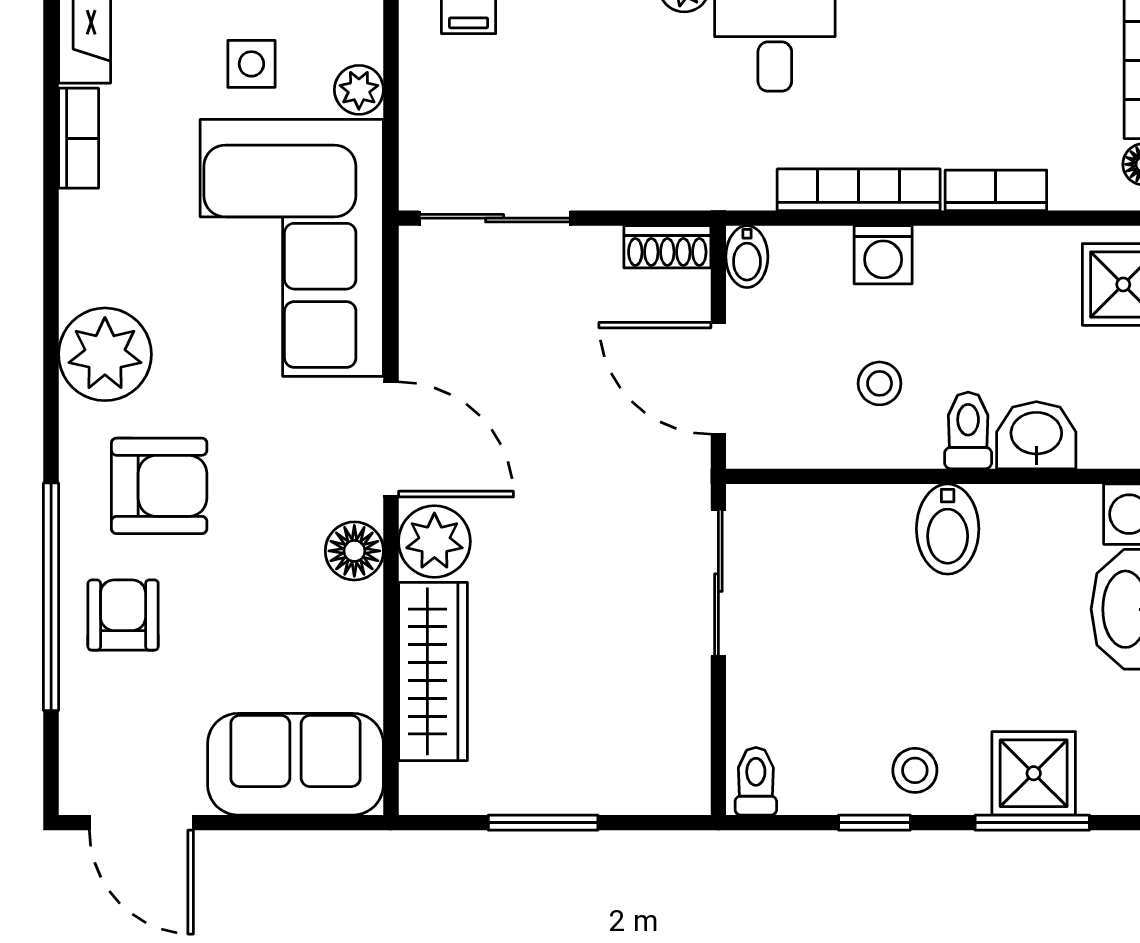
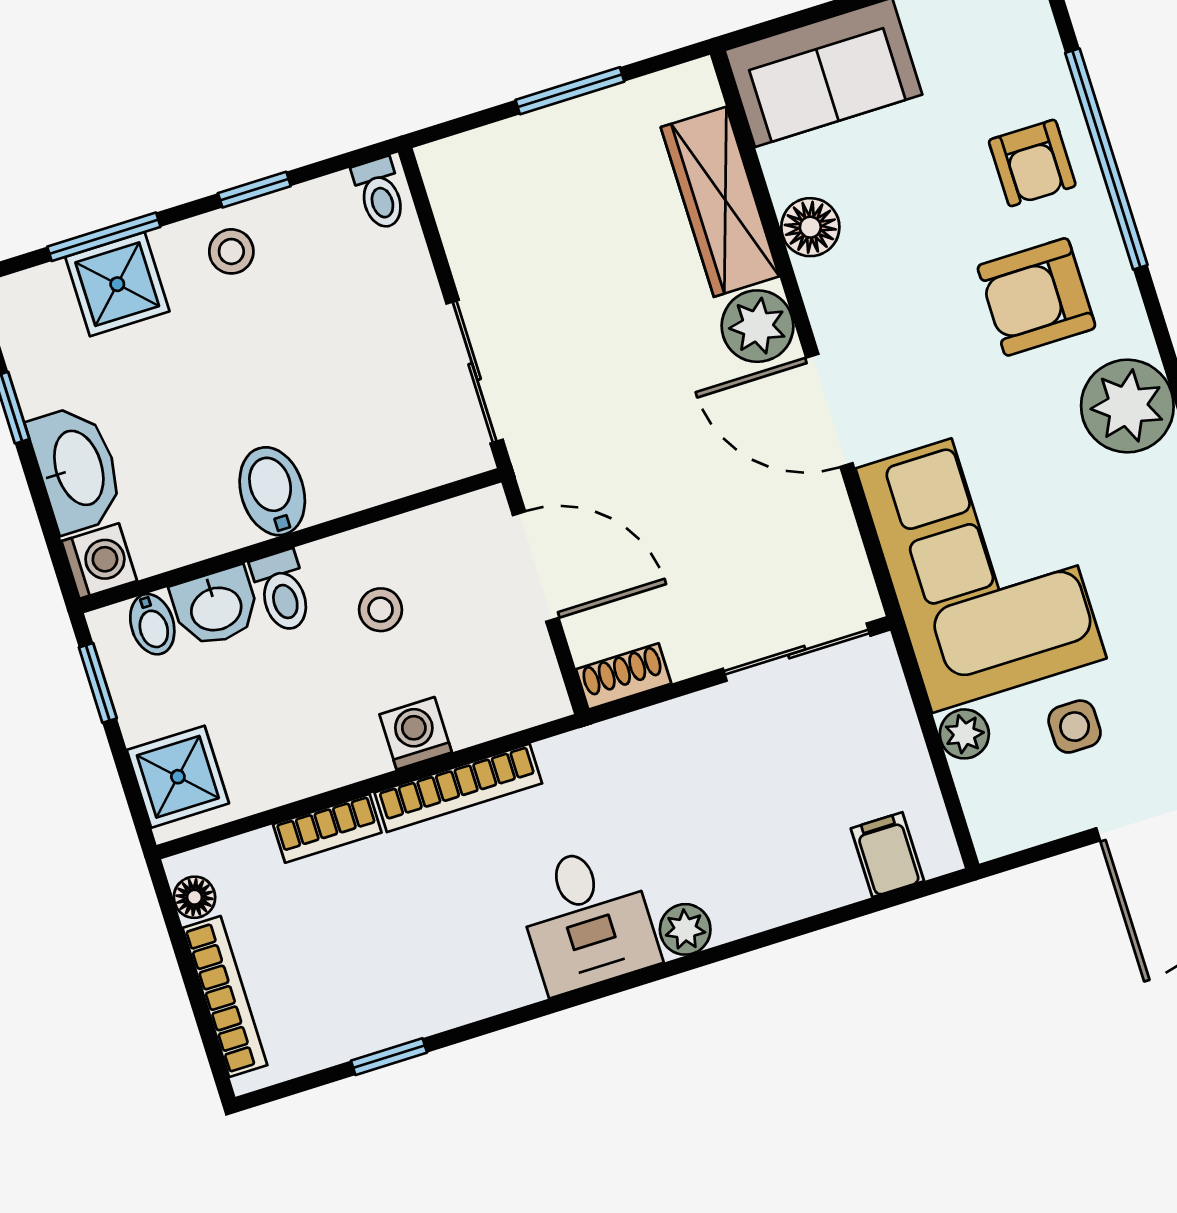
bidet: (747, 257) -> (152, 624), moved, turned 180
floor lamp: (354, 551) -> (810, 227), moved

